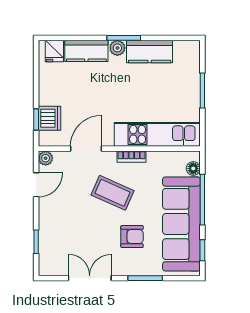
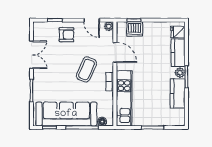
armchair: (132, 237) -> (67, 35), moved, turned -90

